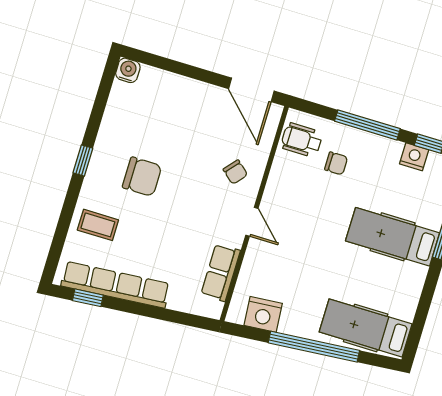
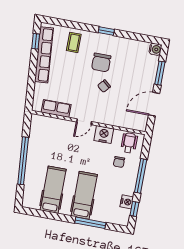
window: (174, 67) -> (160, 73), added
door: (251, 90) -> (154, 104), moved
chair: (235, 172) -> (104, 86), moved
nightstand: (263, 314) -> (104, 135), moved, turned 95
hospital bed: (366, 328) -> (53, 190), moved

